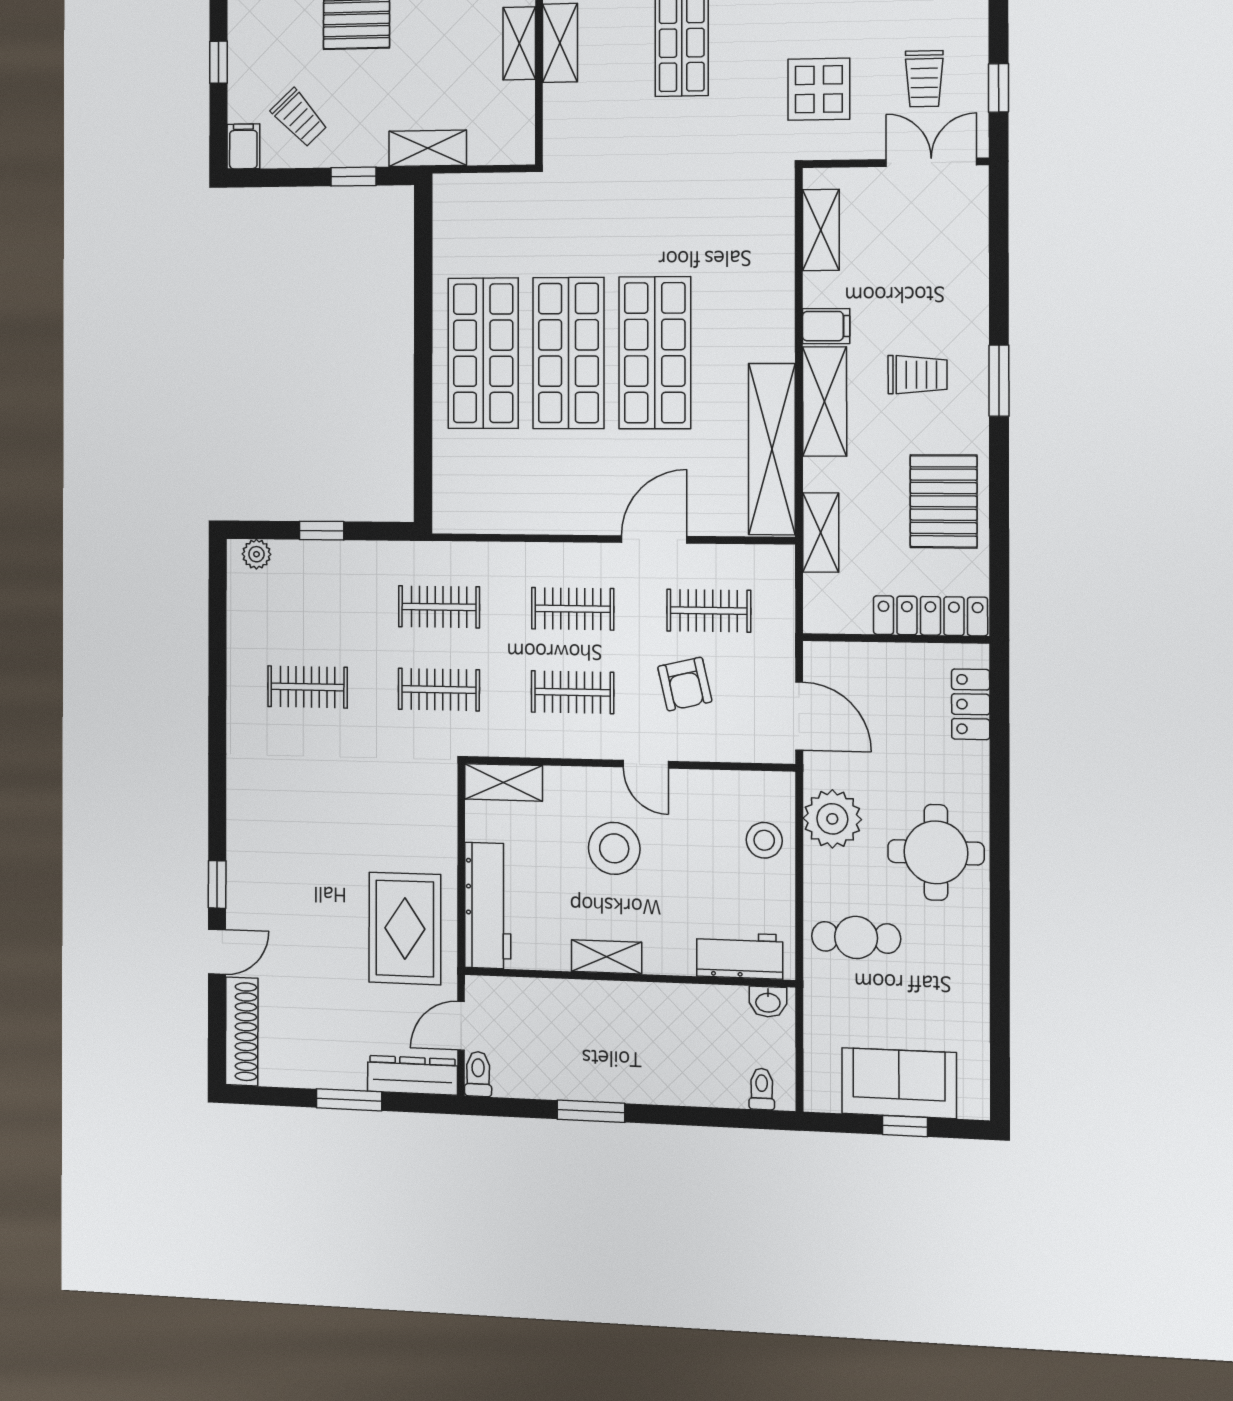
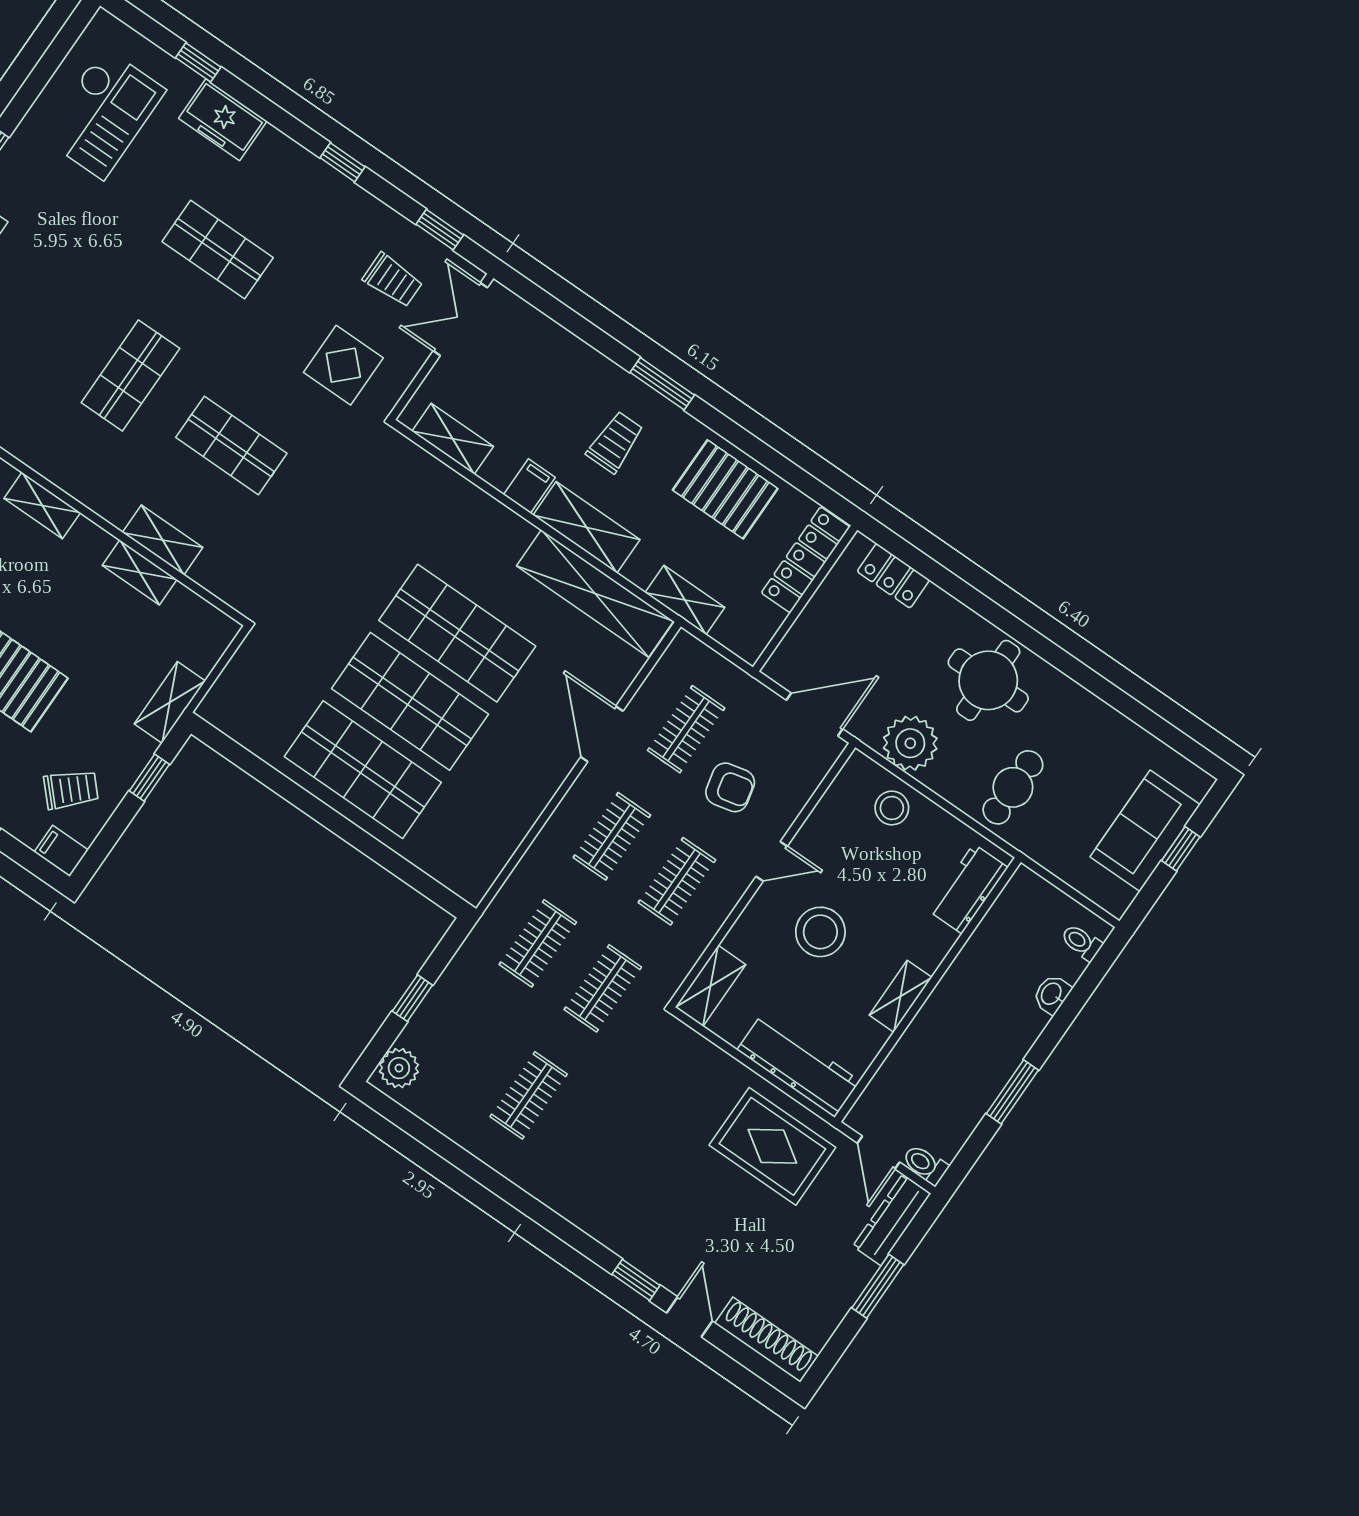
plant: (256, 554) -> (399, 1068), width x1.38, depth x1.38
washbasin: (768, 1002) -> (1052, 994), moved, turned 180

